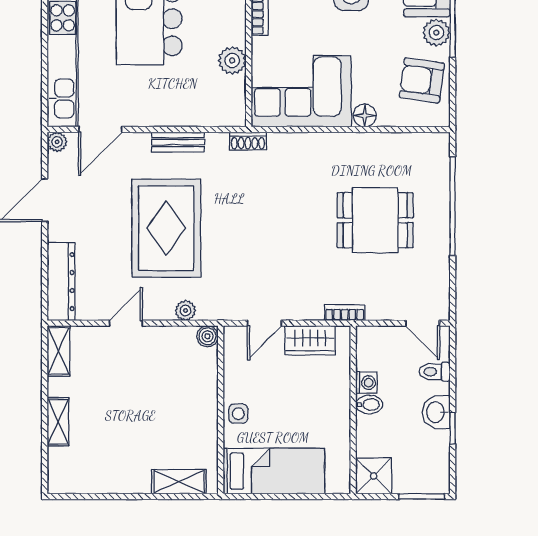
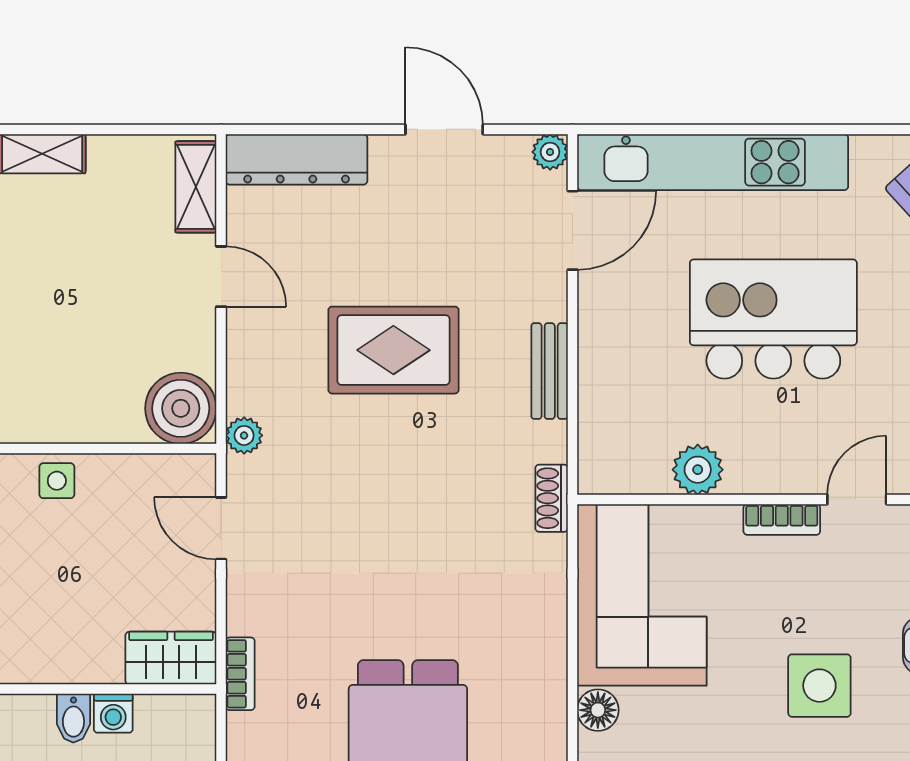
door: (100, 129) -> (573, 230), swing flipped
rug: (166, 228) -> (393, 350), width x0.73, depth x0.69
plant: (185, 311) -> (244, 435), moved
boiler: (207, 336) -> (181, 408), width x1.86, depth x1.86
wardrobe: (310, 340) -> (171, 658), moved, turned 90
shelving: (59, 351) -> (196, 187), moved, turned 90

